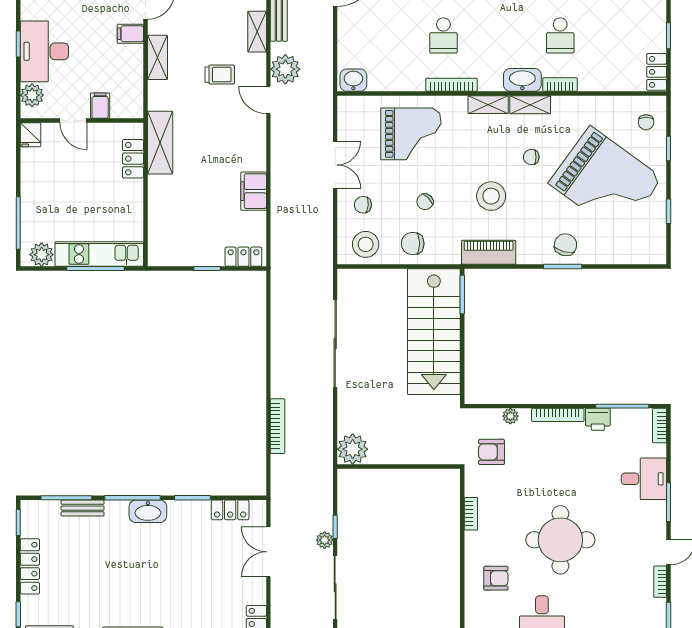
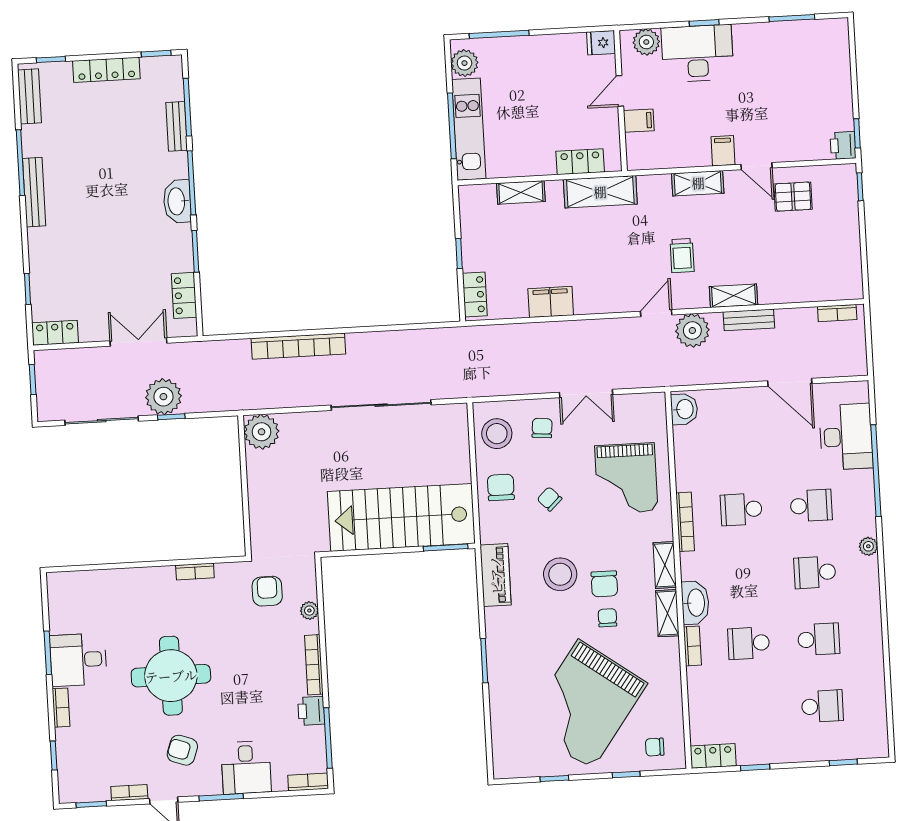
shelving: (157, 212) -> (521, 192), added
chair: (565, 245) -> (604, 584), moved, turned 75
bookcase: (278, 426) -> (298, 346), width x1.48, depth x1.31
plant: (325, 540) -> (163, 397), width x1.87, depth x1.87
armchair: (496, 578) -> (182, 750), moved, turned 109

